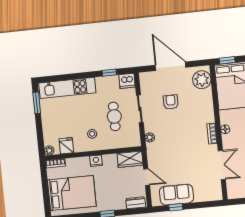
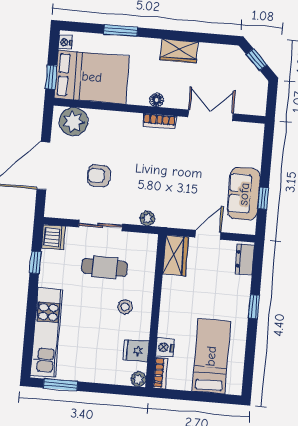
nightstand: (96, 161) -> (165, 347), moved
bed: (72, 193) -> (211, 356), width x0.67

